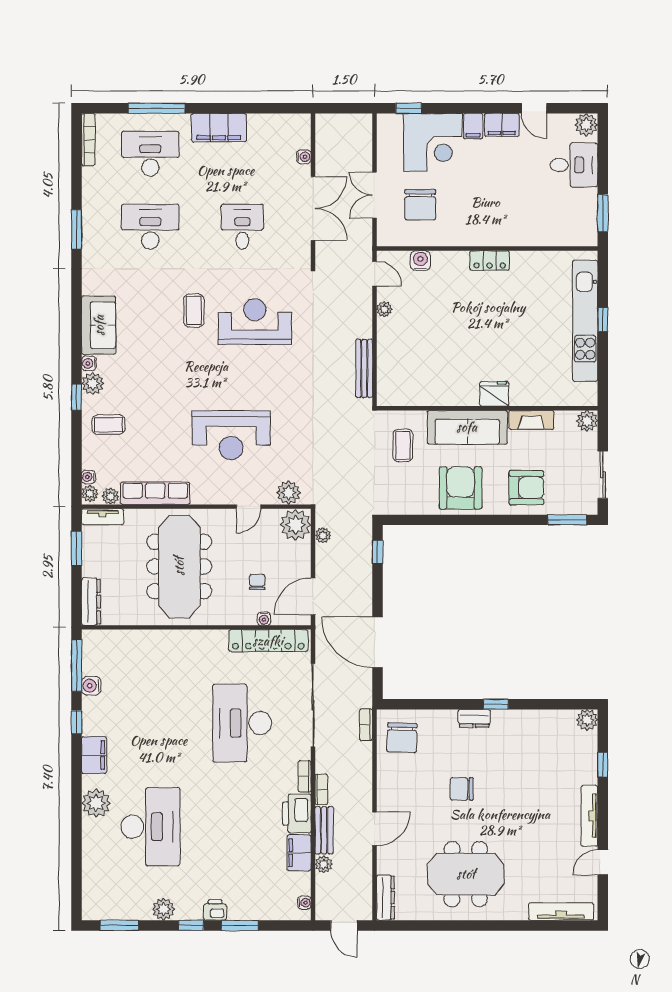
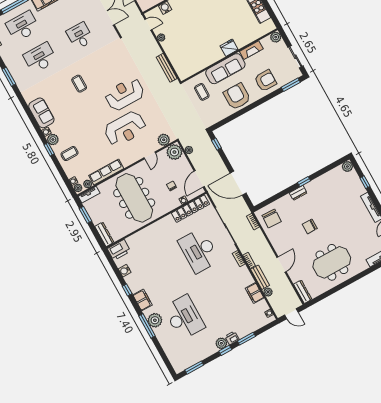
reception desk: (255, 322) -> (125, 94), moved
window: (76, 666) -> (147, 326), moved
printer: (297, 813) -> (119, 250), moved, turned -90
plant: (164, 909) -> (221, 343), moved

